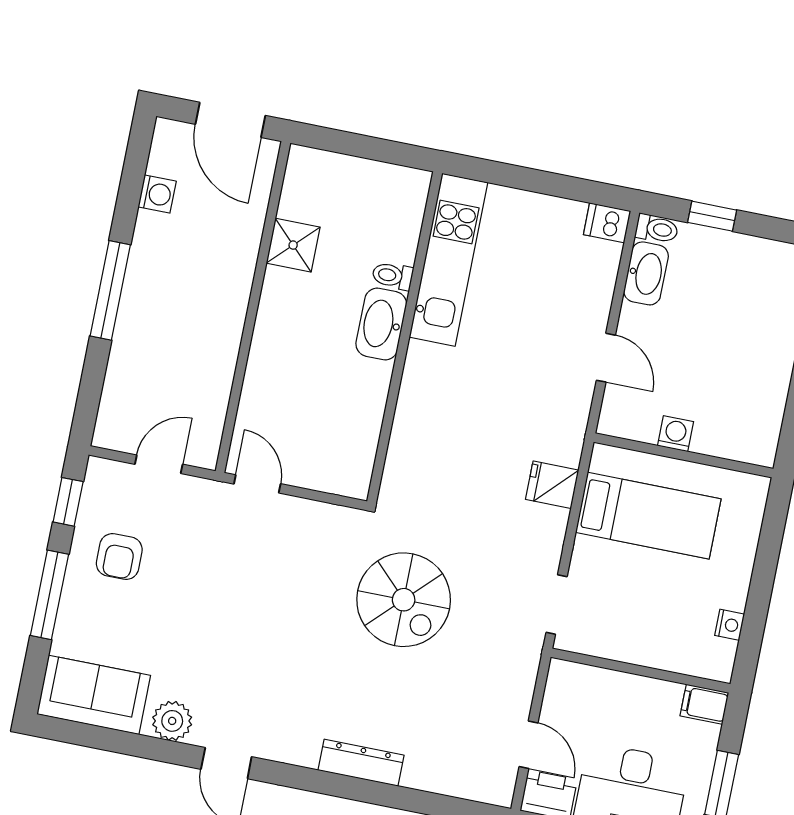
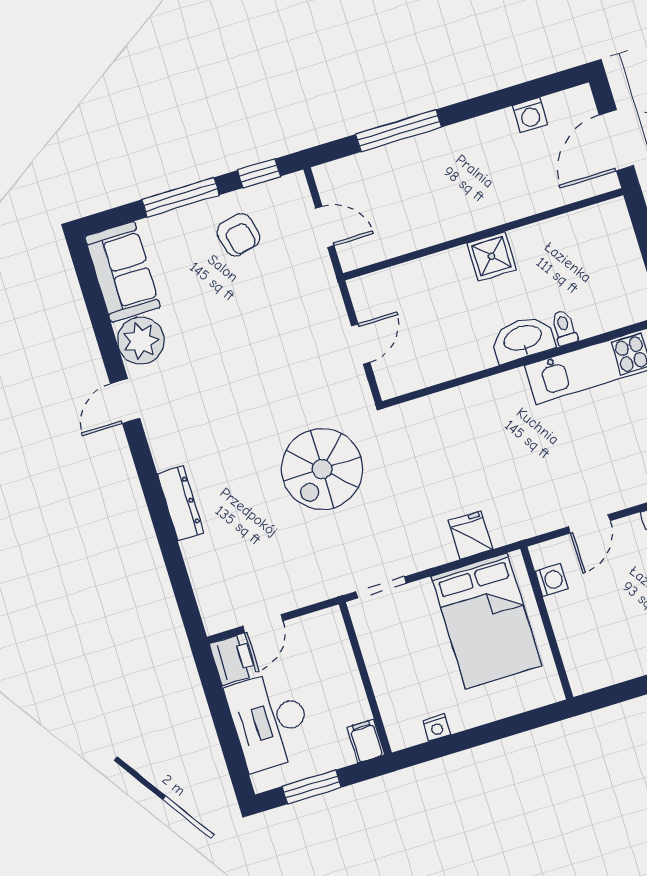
shower: (293, 245) -> (492, 256), moved
window: (110, 290) -> (399, 131), moved
washing machine: (675, 434) -> (551, 580), moved
door: (257, 484) -> (361, 344), moved
bed: (648, 516) -> (486, 621), width x1.50
armchair: (119, 557) -> (238, 235), turned -103
plant: (172, 721) -> (141, 341), width x1.36, depth x1.36

